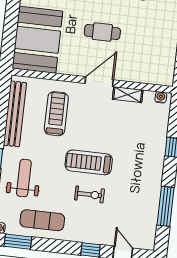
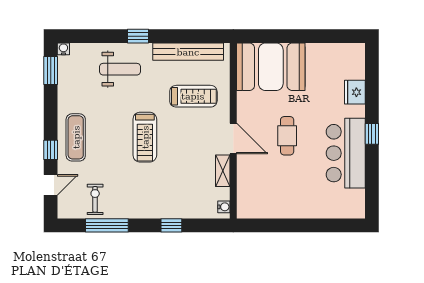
treadmill: (89, 162) -> (145, 137), turned 180
exercise bike: (89, 194) -> (95, 199), moved, turned 180
exercise mat: (42, 220) -> (76, 137), moved

